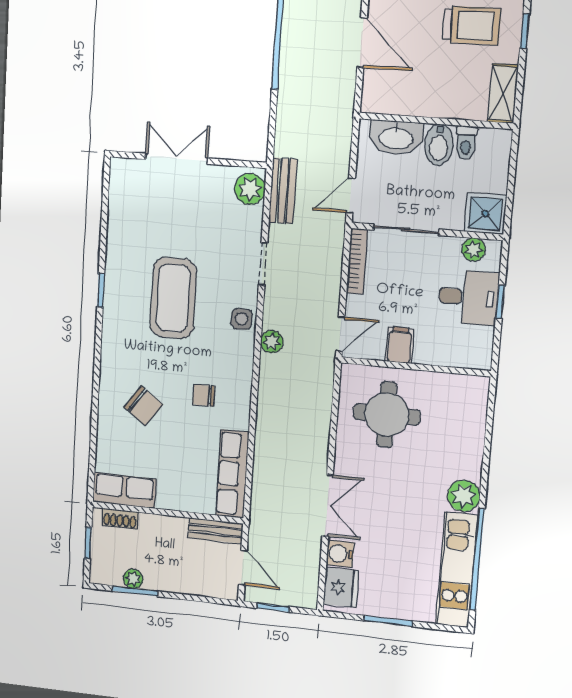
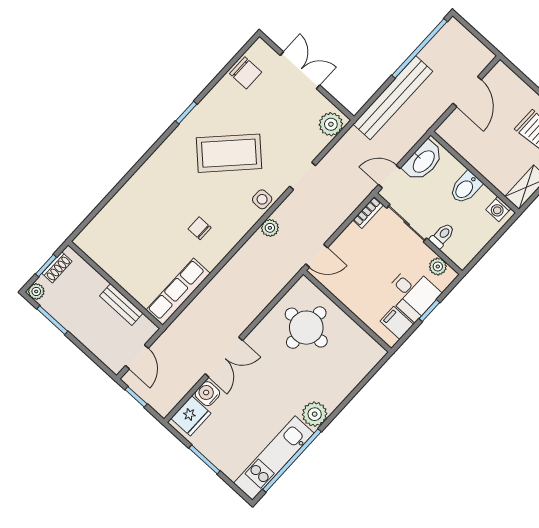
washbasin: (396, 137) -> (423, 161), moved, turned -90
washing machine: (491, 140) -> (498, 209), added
toilet: (466, 143) -> (442, 236), moved, turned 180
bench: (283, 191) -> (393, 98), moved, width x1.86, depth x1.21
shower: (485, 214) -> (461, 250), removed
bookcase: (357, 261) -> (368, 212), width x0.64
coffee table: (173, 298) -> (229, 153), turned 44
filing cabinet: (400, 345) -> (397, 323), moved, turned -90
chair: (143, 406) -> (246, 73), moved, turned -36
row of seats: (124, 490) -> (98, 250), removed
shoe rack: (120, 518) -> (57, 267), moved, turned -90
bench: (216, 531) -> (121, 304), moved
plant: (133, 579) -> (36, 291), moved

